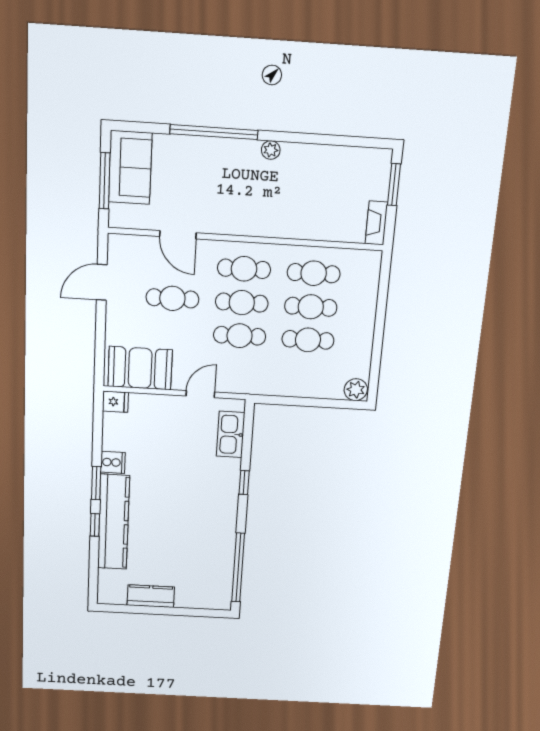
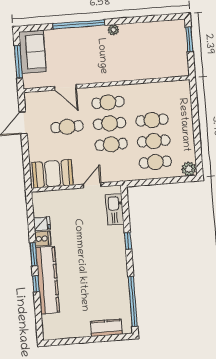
fireplace: (376, 223) -> (183, 63), removed
cafe table: (314, 273) -> (155, 162), moved
fridge: (115, 402) -> (42, 224), moved
kitchen counter: (151, 596) -> (106, 328), moved

